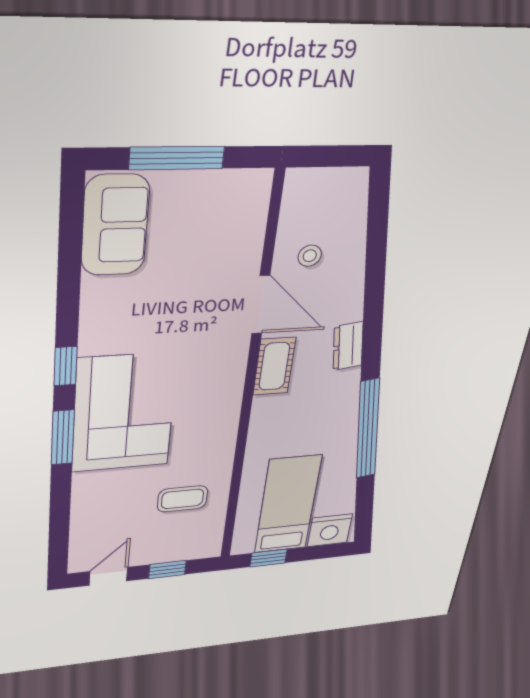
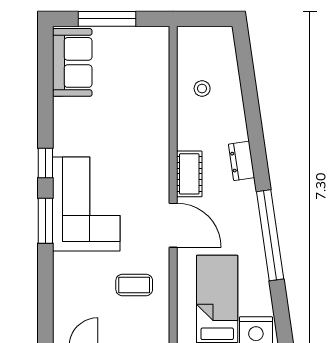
door: (261, 305) -> (173, 225), moved

